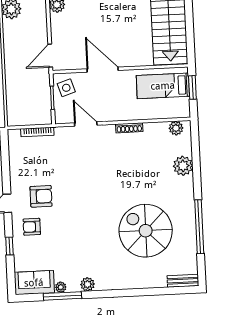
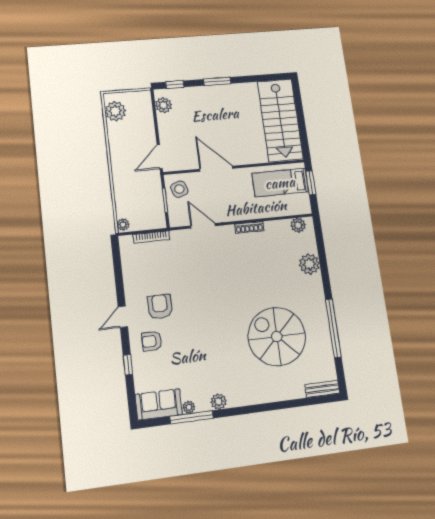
plant: (12, 119) -> (123, 225), added
armchair: (41, 196) -> (160, 307), turned -90

